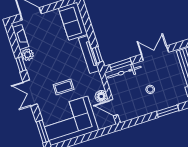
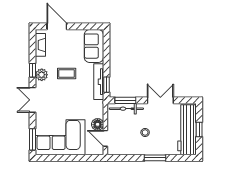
plant: (27, 55) -> (42, 75), moved
coffee table: (64, 87) -> (67, 73), moved

